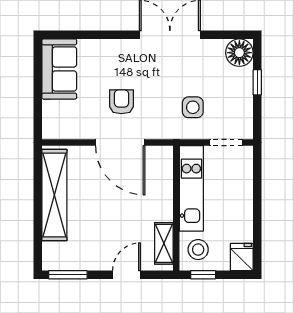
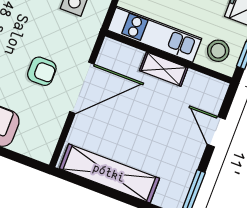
armchair: (121, 102) -> (42, 71), turned 180
shelving: (164, 243) -> (164, 69), moved

